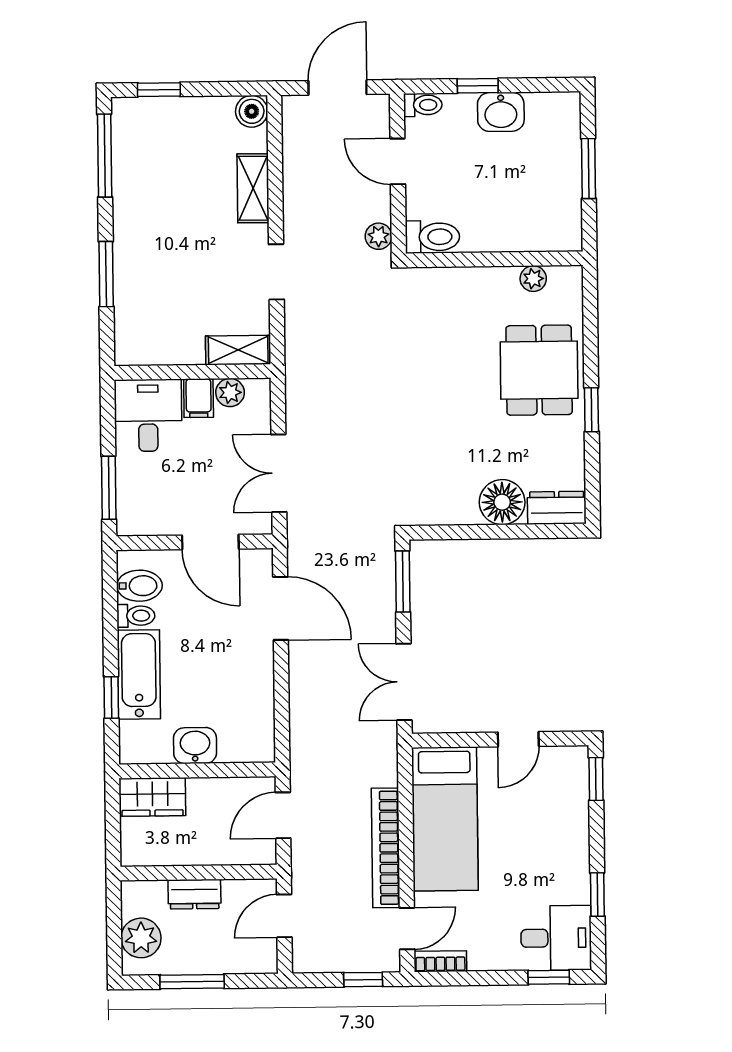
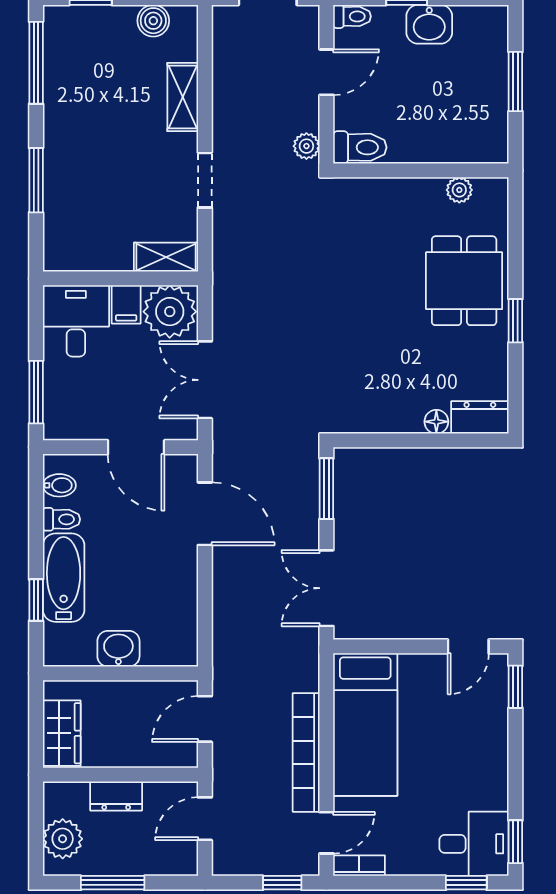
boiler: (252, 111) -> (153, 21), moved
door: (398, 161) -> (326, 72), swing flipped
plant: (230, 393) -> (170, 312), width x1.88, depth x1.88
floor lamp: (502, 502) -> (436, 422), width x0.53, depth x0.53
bidet: (139, 586) -> (59, 485), width x0.72, depth x0.74
door: (518, 739) -> (468, 646), moved
wardrobe: (152, 797) -> (62, 733), moved, turned -90
window: (597, 895) -> (515, 842), moved

